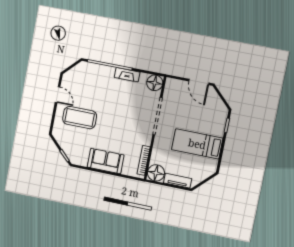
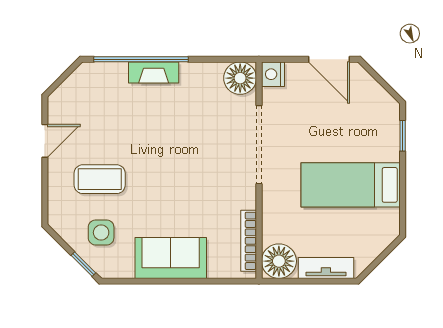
fireplace: (127, 75) -> (154, 72), moved
nightstand: (171, 84) -> (273, 74), added
door: (58, 95) -> (45, 141), hinge flipped
coffee table: (80, 118) -> (100, 179), width x0.73, depth x0.76
side table: (76, 143) -> (101, 232), added

